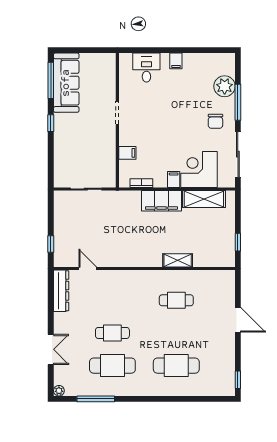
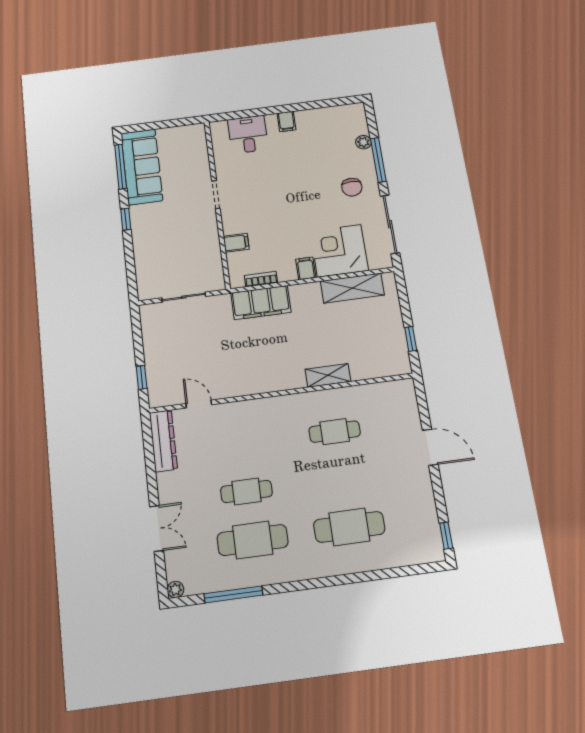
plant: (225, 86) -> (363, 142), width x0.53, depth x0.53
filing cabinet: (161, 201) -> (261, 303), moved

